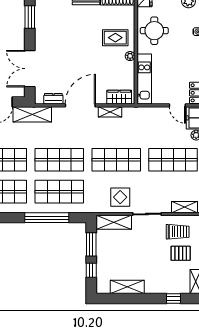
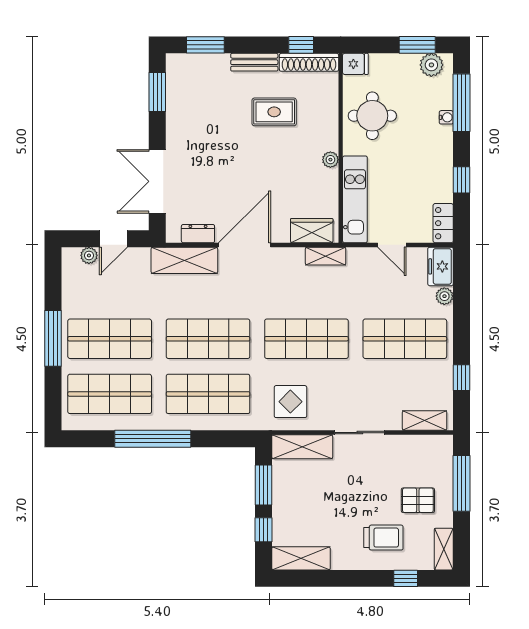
rug: (115, 38) -> (274, 112), moved
door: (177, 105) -> (392, 245), moved
shelving: (110, 112) -> (326, 256), moved
shelving: (32, 114) -> (184, 260), moved
display table: (120, 197) -> (290, 402), moved
window: (47, 218) -> (153, 439), moved
trolley: (178, 232) -> (383, 538), moved
shelving: (127, 287) -> (301, 558), moved

